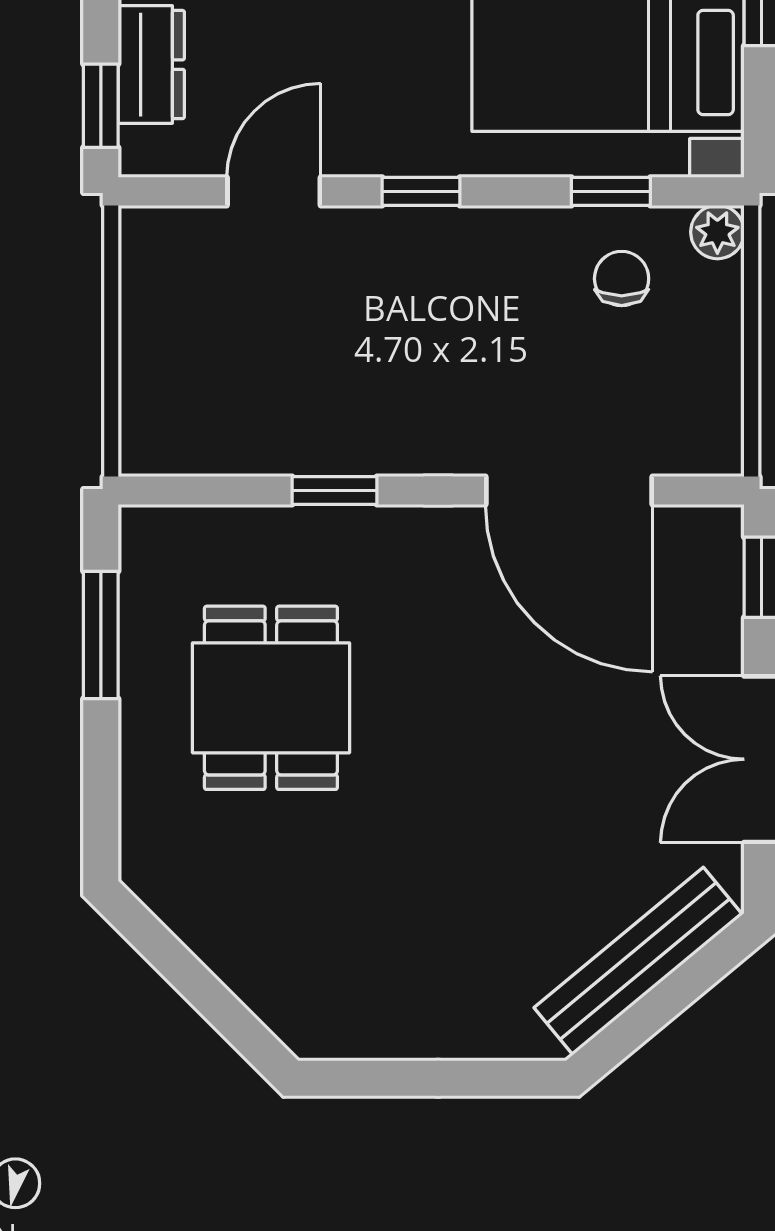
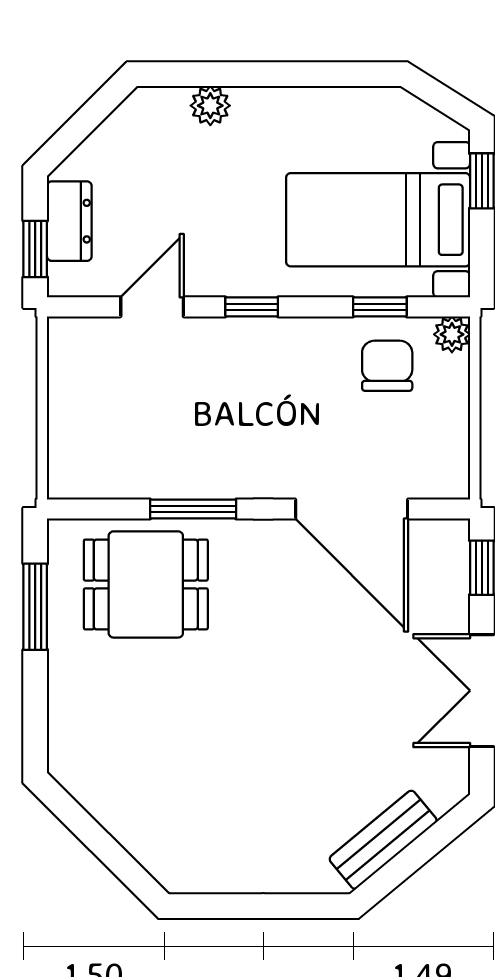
chair: (622, 279) -> (387, 366), width x1.37, depth x1.37
window: (334, 490) -> (193, 509), width x1.50
dining table: (271, 698) -> (146, 584), moved, turned 90
bench: (638, 961) -> (383, 840), width x0.73

